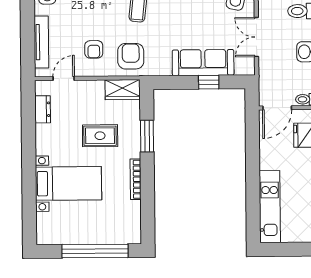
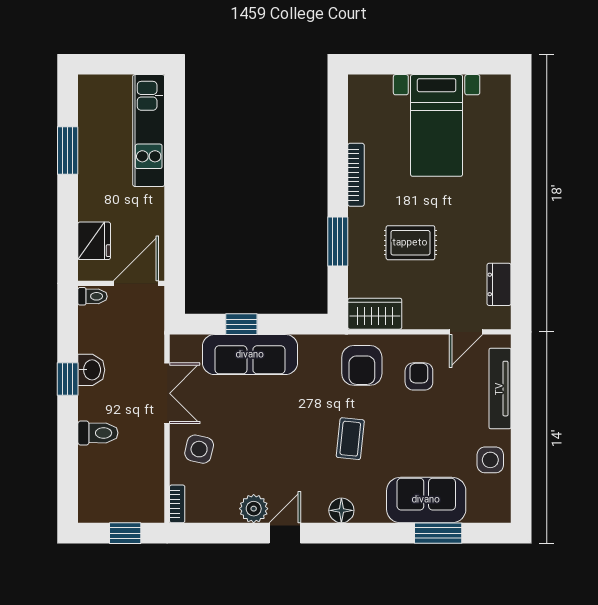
bed with nightstands: (68, 183) -> (437, 125), moved, turned -90
window: (95, 251) -> (420, 64), removed

